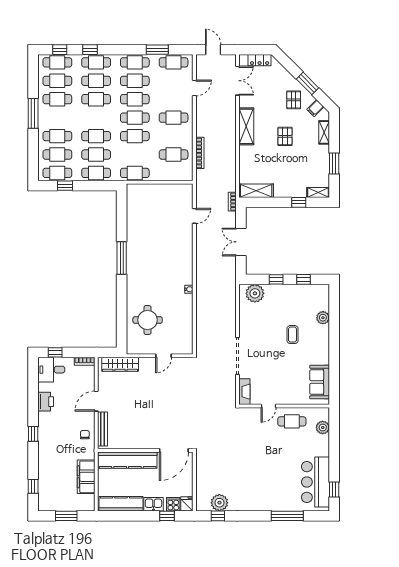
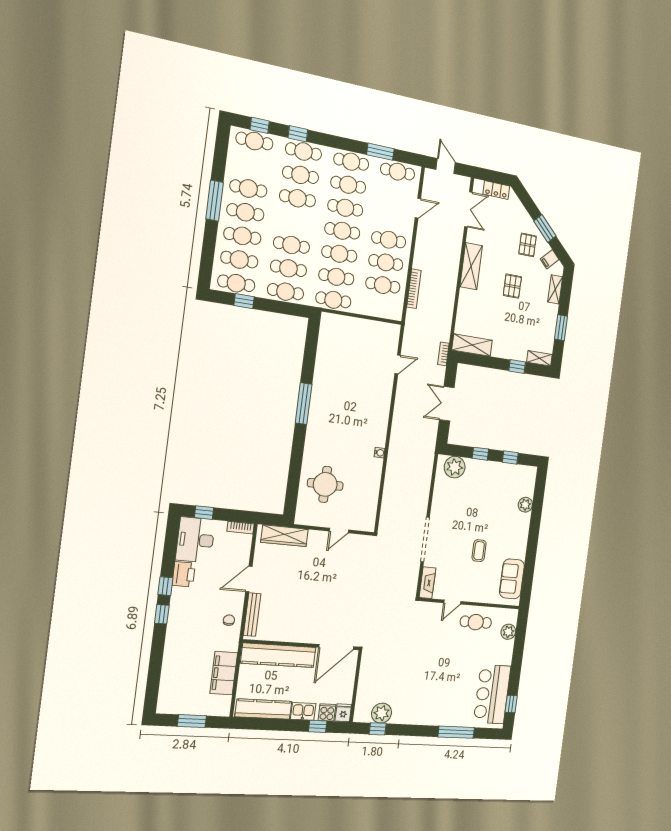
cafe table: (57, 81) -> (245, 212), moved
cafe table: (174, 136) -> (386, 262), added
cafe table: (135, 155) -> (336, 277), added
coffee table: (292, 335) -> (479, 551), moved
desk: (51, 370) -> (195, 540), width x1.37
window: (33, 486) -> (165, 586), moved

